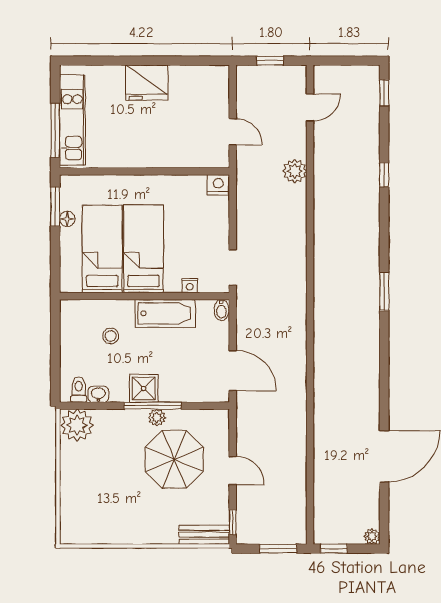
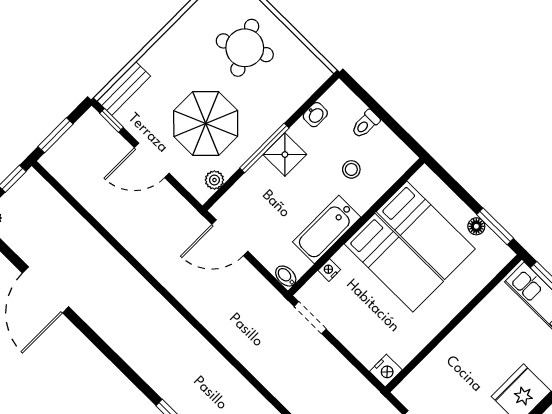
toilet: (79, 390) -> (365, 124), moved, turned 90
plant: (157, 417) -> (214, 180), moved
plant: (77, 425) -> (308, 74), removed
door: (233, 470) -> (152, 160), width x1.38
round table: (100, 483) -> (245, 48), added

